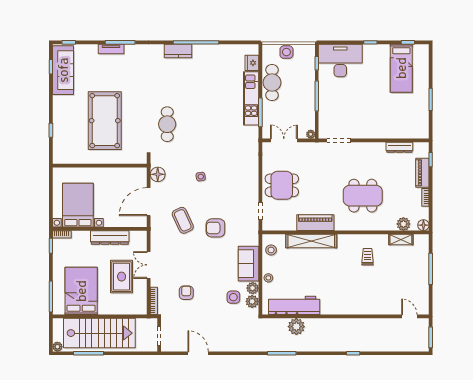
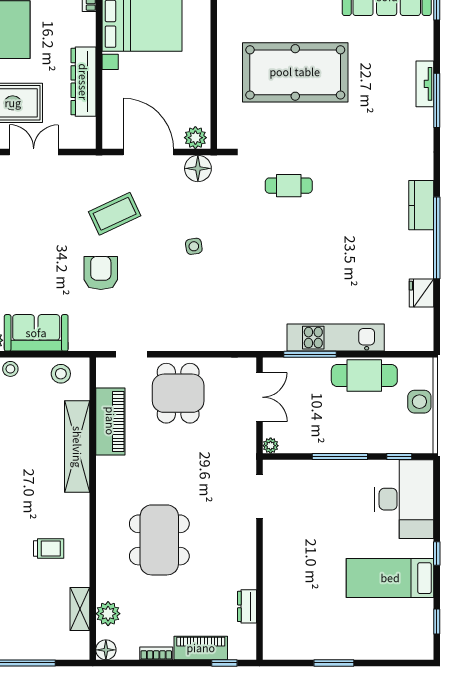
fridge: (252, 63) -> (422, 293), moved, turned -90
bed: (401, 68) -> (390, 578), moved
cafe table: (167, 124) -> (289, 186), width x0.73, depth x0.74
dresser: (399, 147) -> (247, 606), width x0.70
plant: (141, 176) -> (195, 138), added
piano: (315, 223) -> (110, 421), moved

